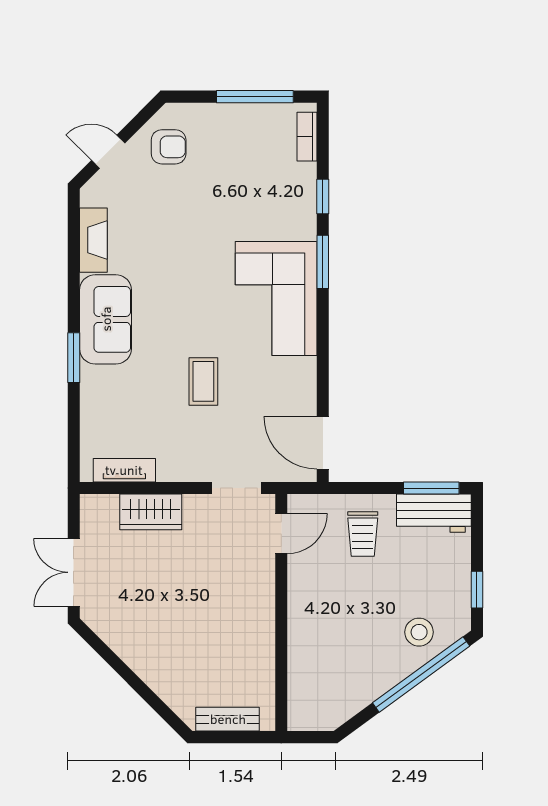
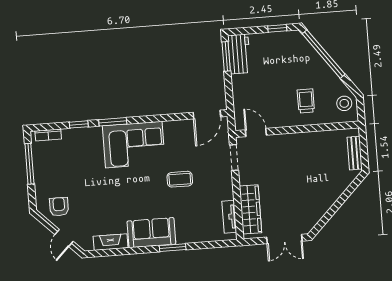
wardrobe: (151, 512) -> (250, 209), width x1.50
trolley: (363, 534) -> (306, 101), moved, turned -90
stool: (419, 632) -> (344, 103), moved

